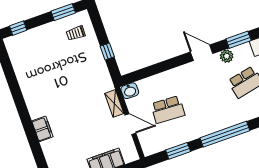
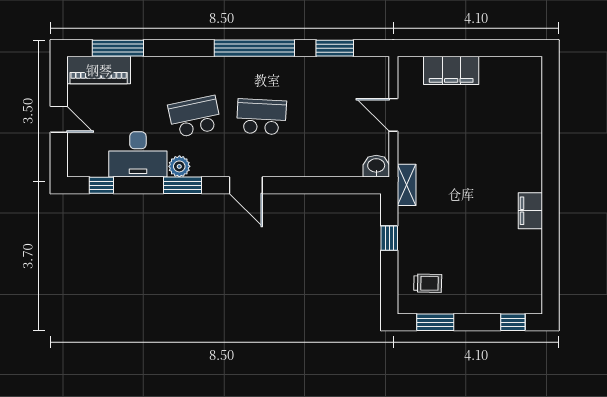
plant: (227, 56) -> (179, 166), moved
shelving: (114, 103) -> (407, 185), moved
school desk: (168, 110) -> (261, 117), moved
filing cabinet: (42, 129) -> (530, 211), moved

